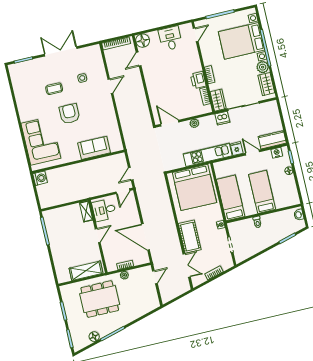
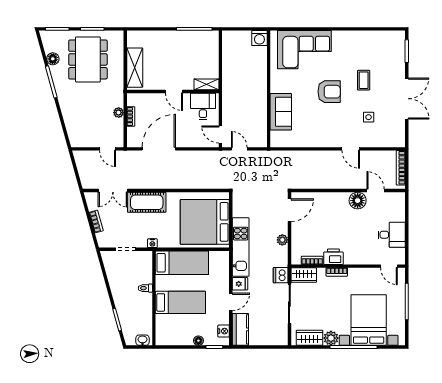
floor lamp: (143, 41) -> (358, 201), moved
dining table: (100, 299) -> (88, 59), moved

